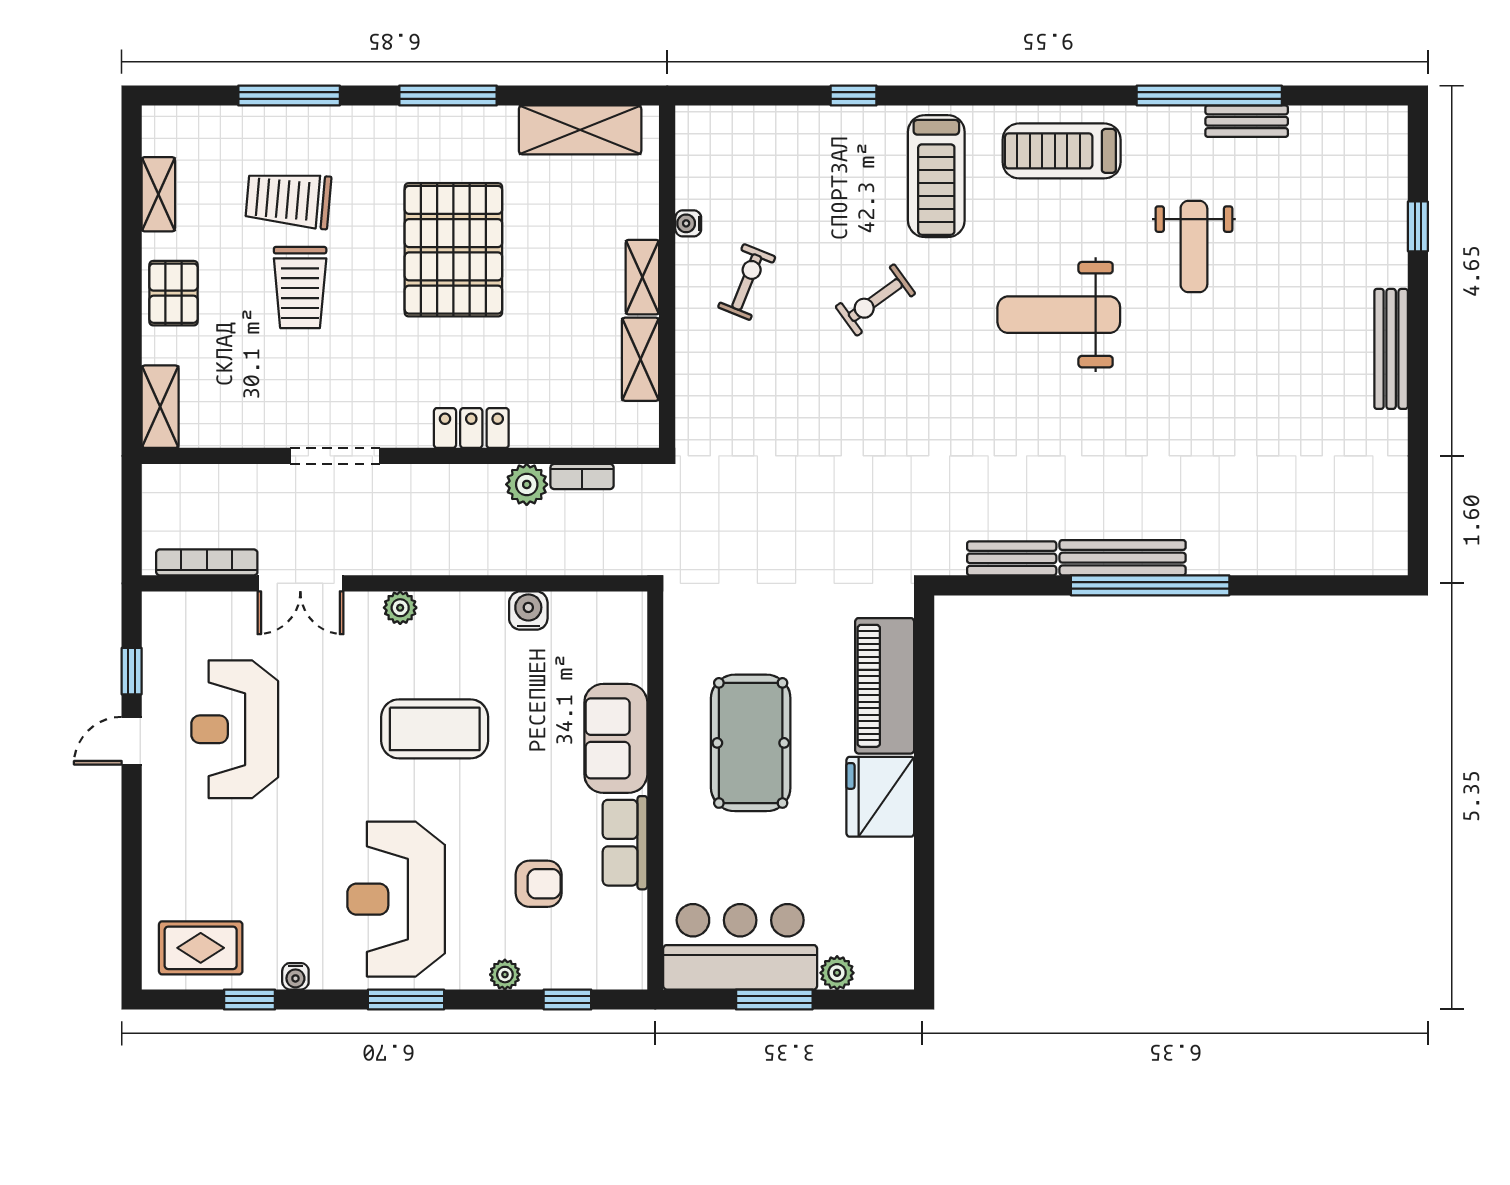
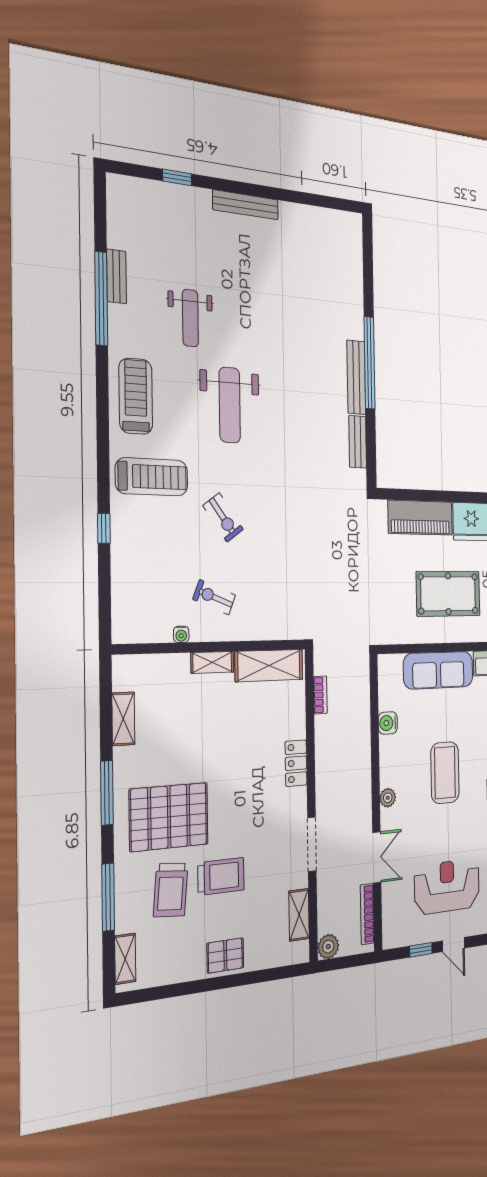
shelving: (580, 130) -> (123, 719), width x0.67, depth x0.75
treadmill: (1062, 151) -> (136, 396), turned 180
shelving: (158, 194) -> (125, 959), moved, turned 90
weight bench: (1194, 246) -> (190, 318), turned 90
pallet: (453, 250) -> (169, 817), moved
shelving: (641, 359) -> (269, 665), width x1.50, depth x1.33
shelving: (160, 407) -> (299, 915), moved, turned 90
plant: (527, 484) -> (328, 947), moved
reception desk: (235, 729) -> (447, 886), turned 180
sofa: (616, 738) -> (438, 670), width x1.36

